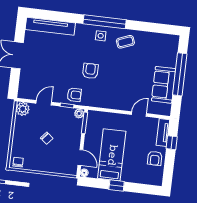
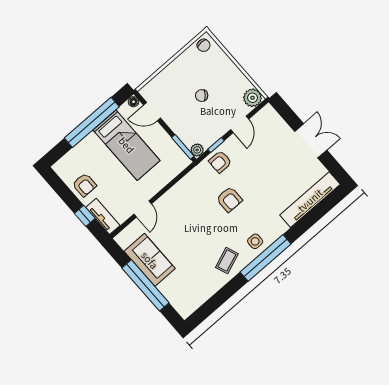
armchair: (155, 158) -> (84, 185), turned 180
window: (117, 185) -> (92, 122), width x3.17

